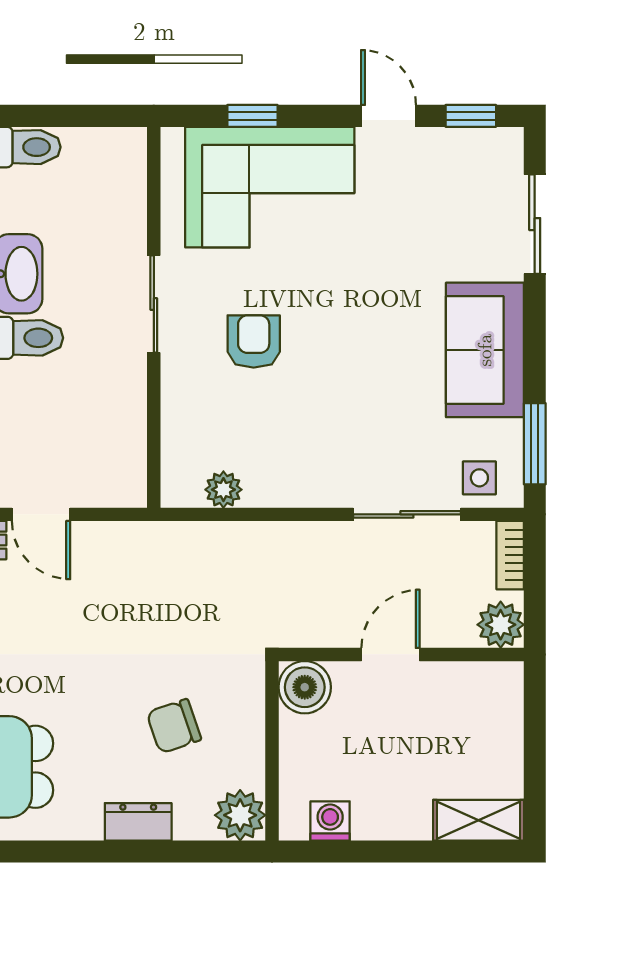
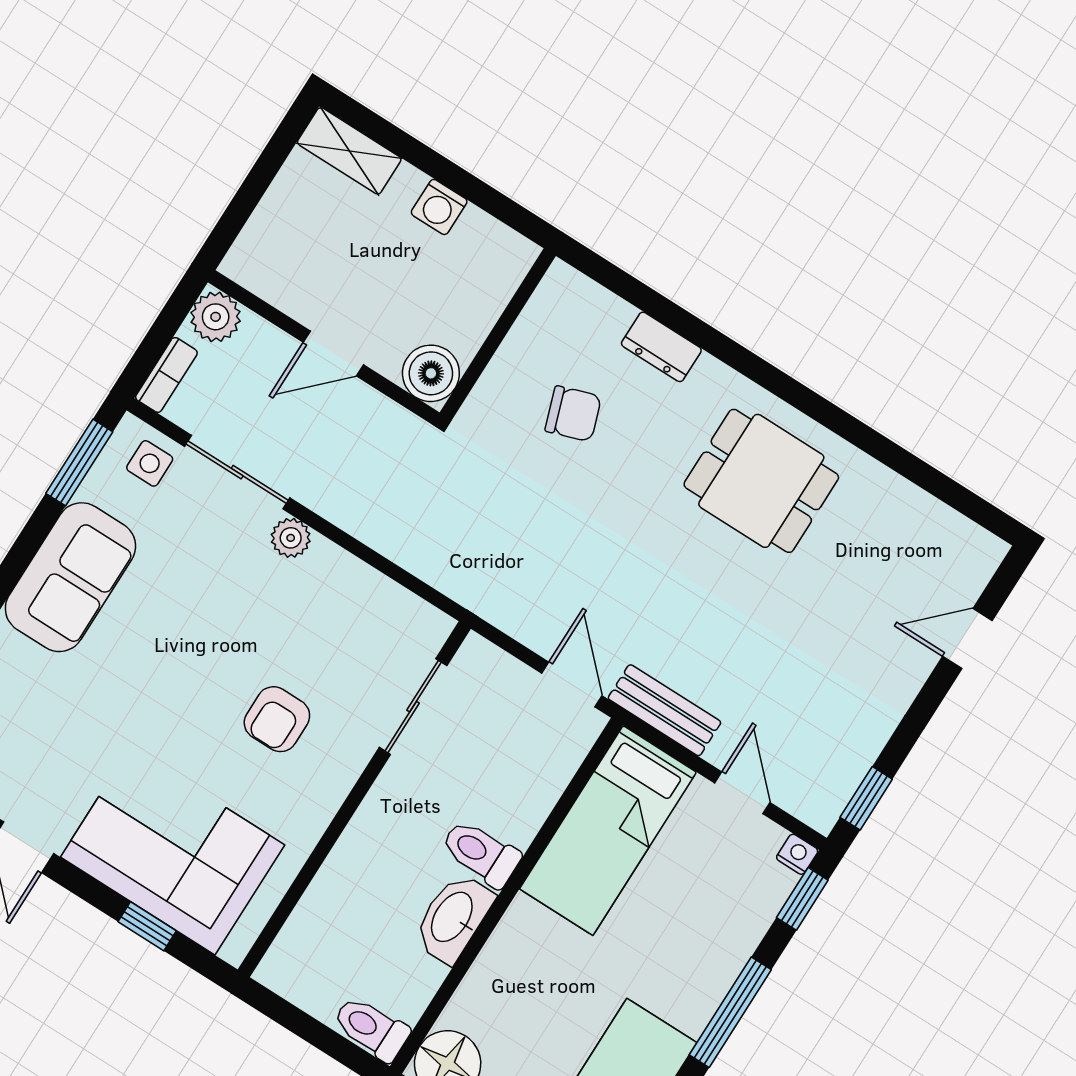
sliding door: (154, 304) -> (413, 707), moved
plant: (223, 490) -> (291, 538), moved
plant: (240, 815) -> (564, 294), removed
washing machine: (330, 821) -> (439, 207), moved

